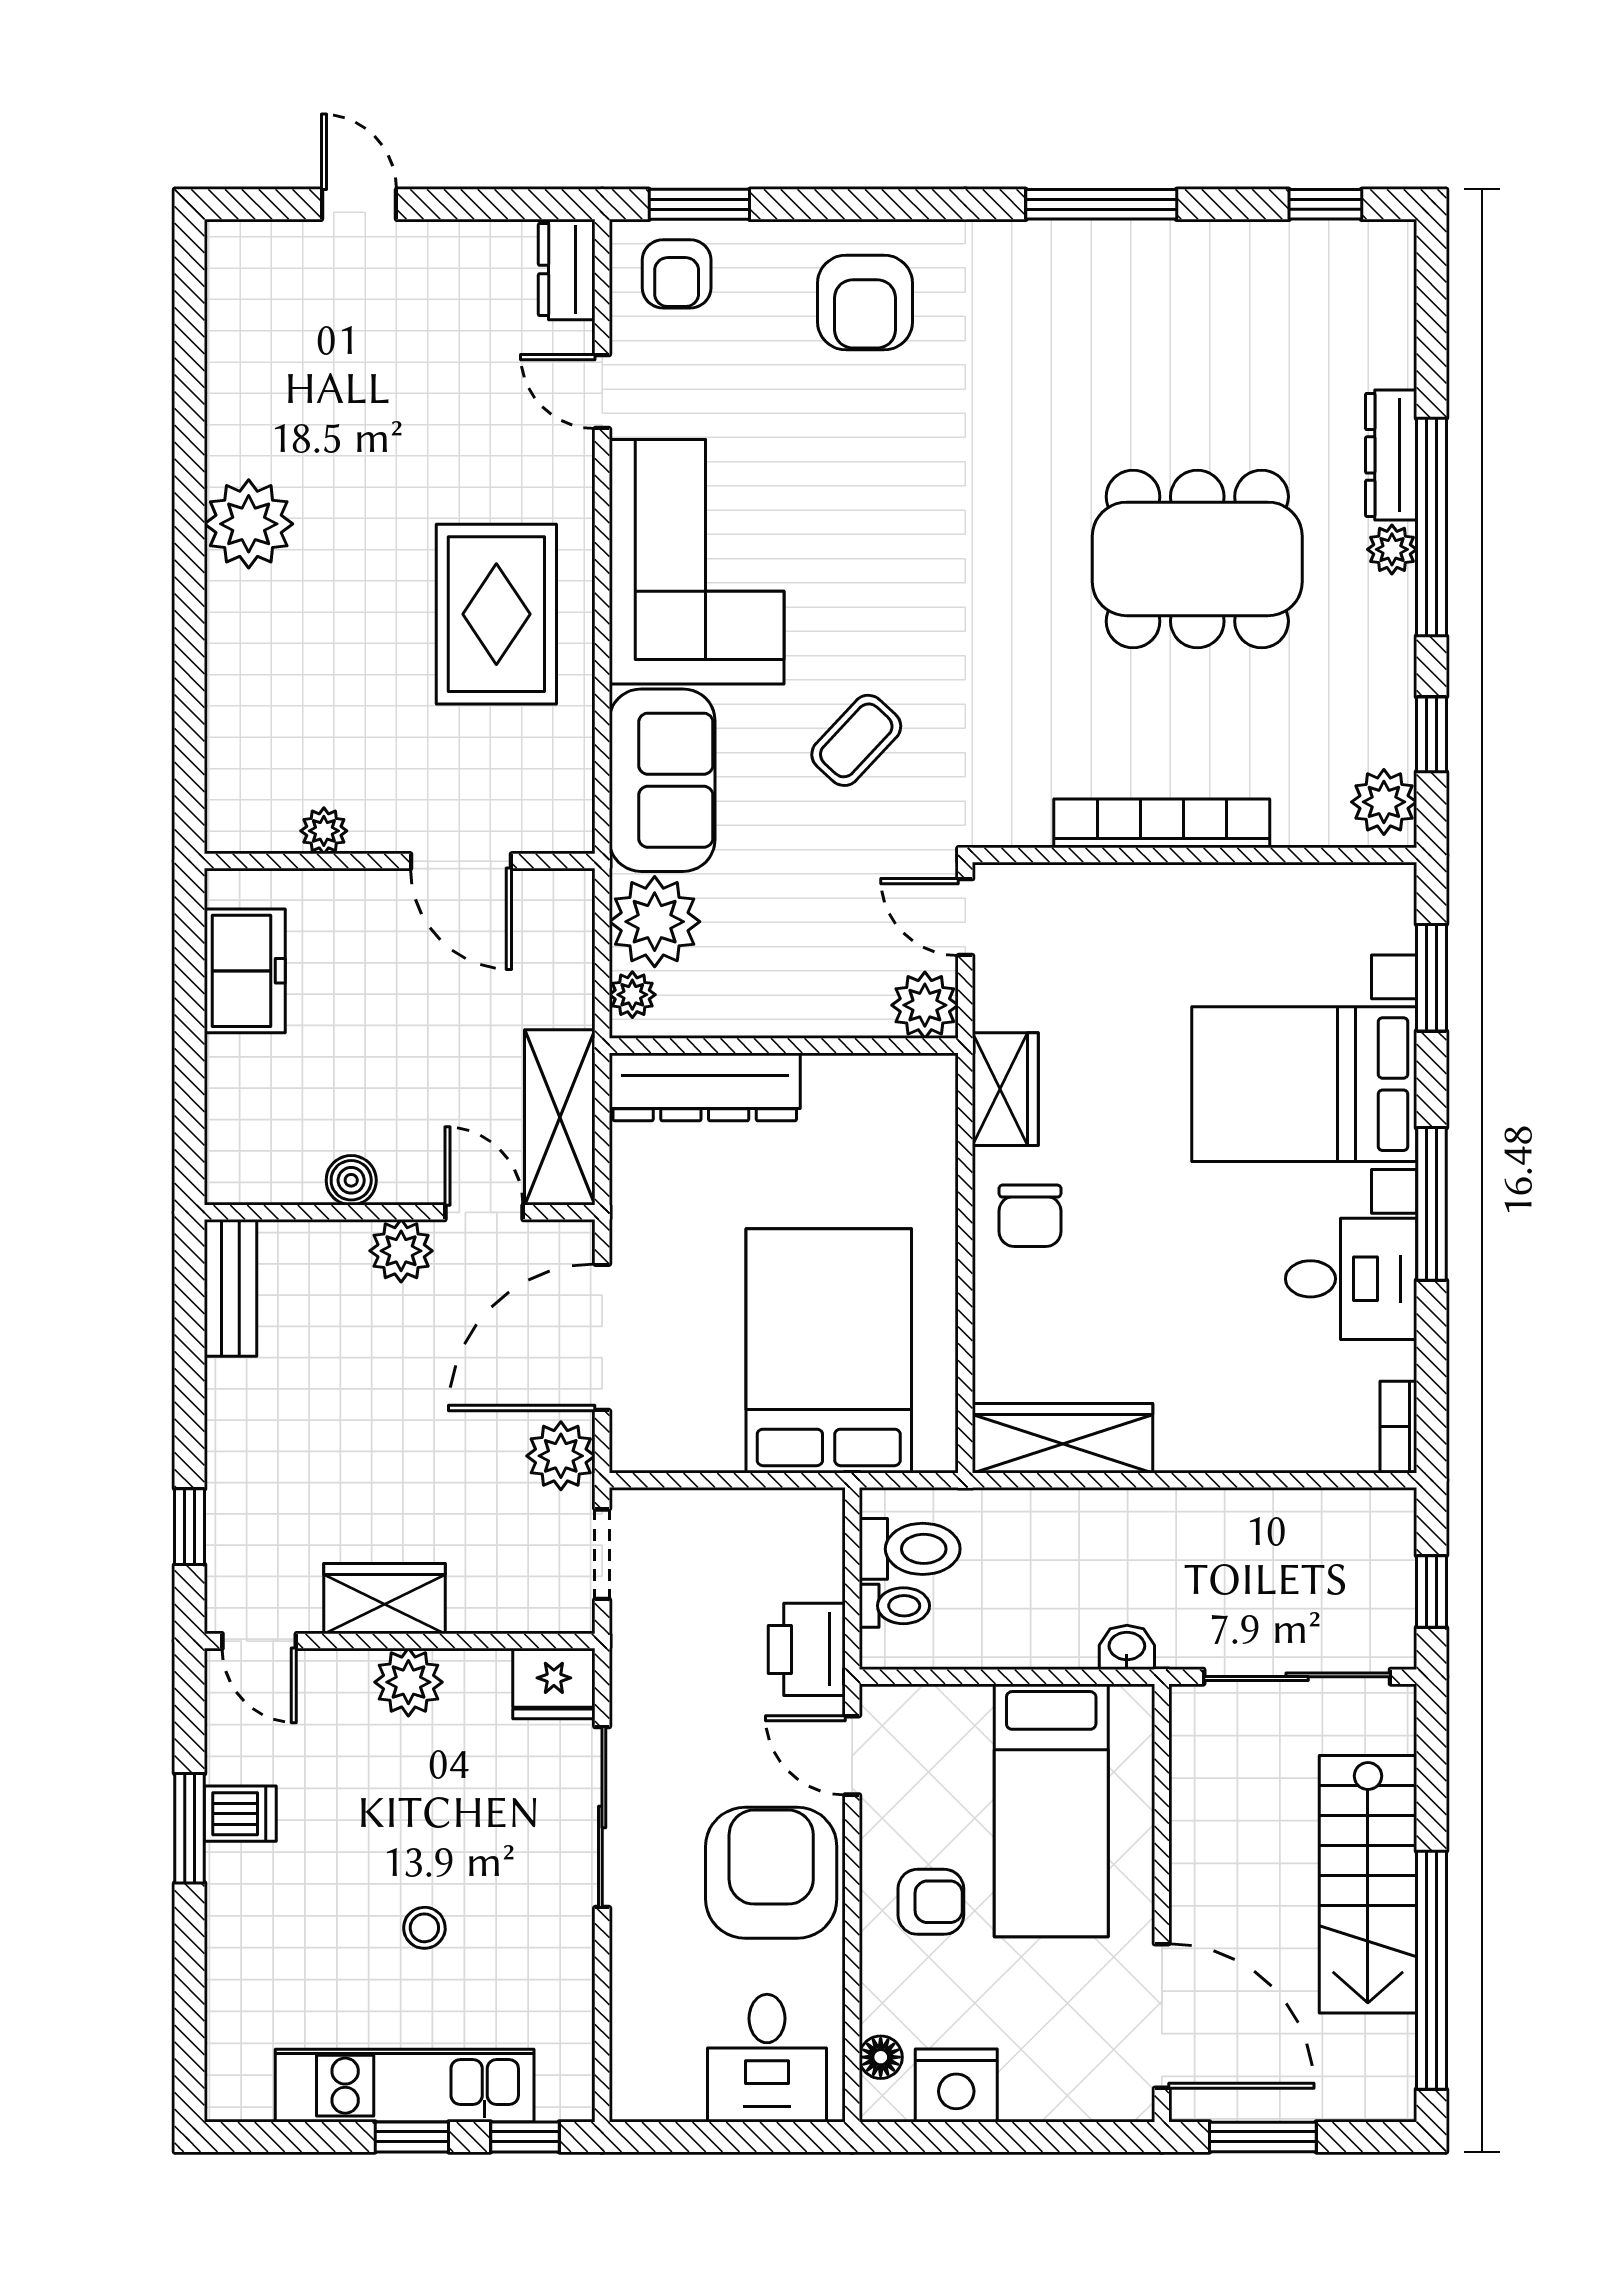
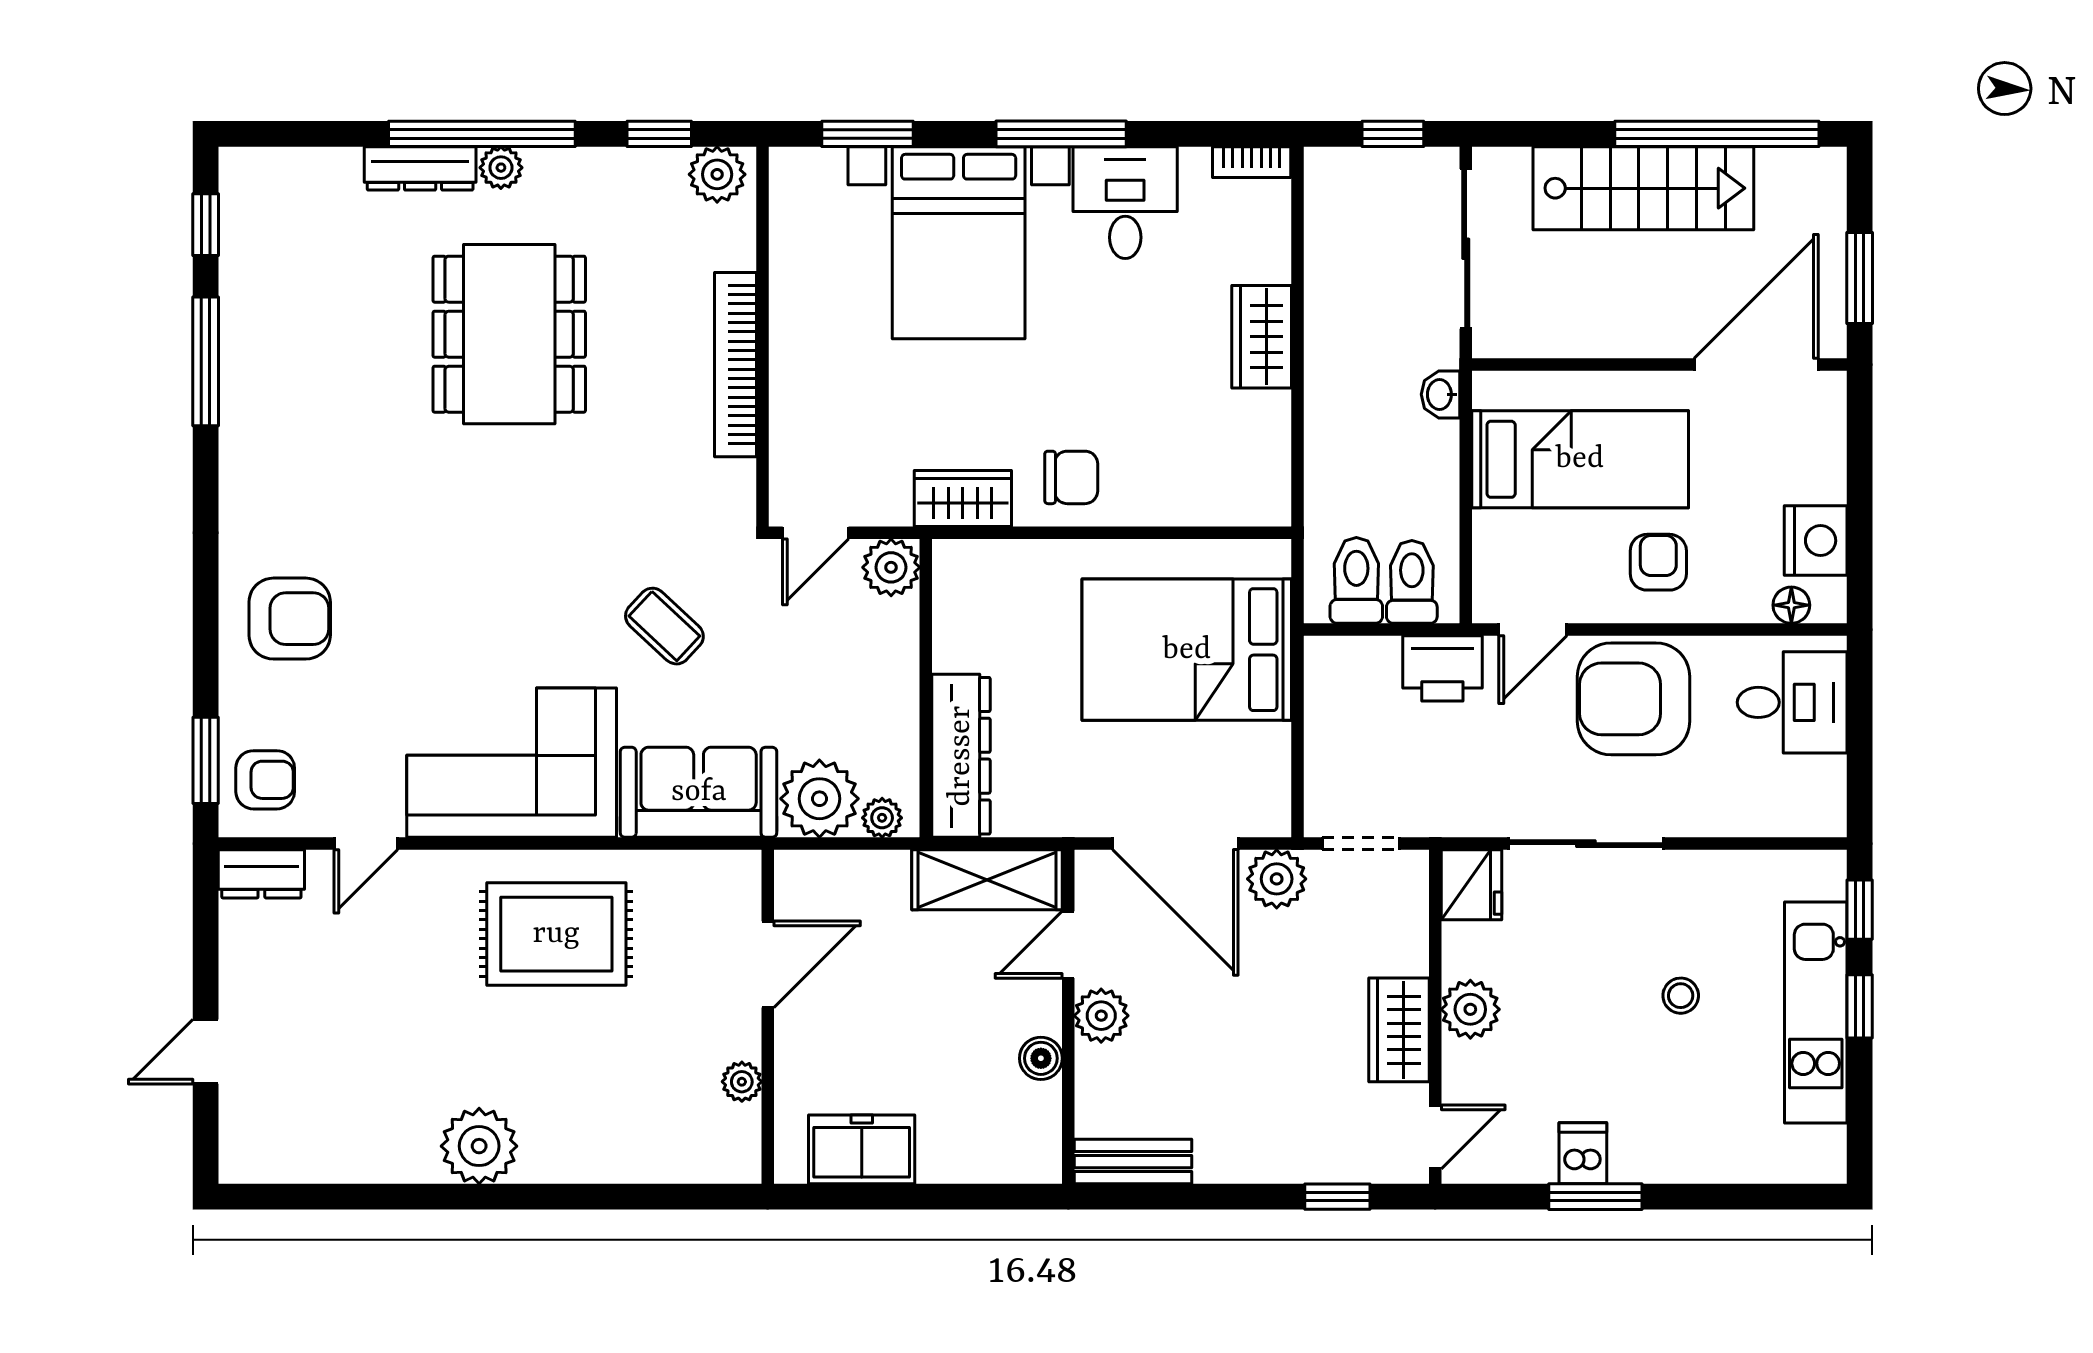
window: (1101, 204) -> (206, 361), moved
wardrobe: (1062, 1438) -> (1262, 337), moved, width x0.67
toilet: (894, 1606) -> (1412, 582), width x1.37, depth x1.39

